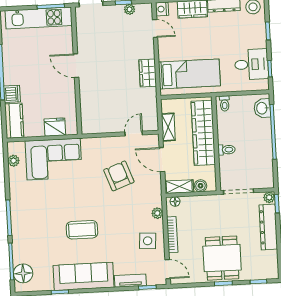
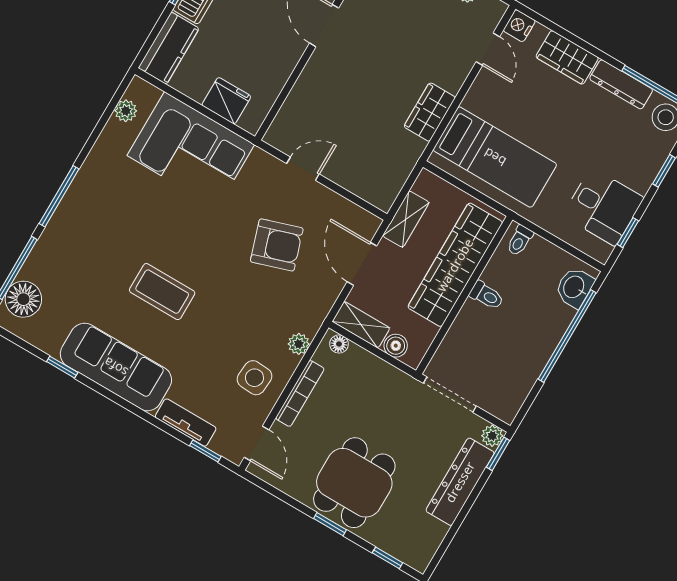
door: (134, 133) -> (303, 169), moved
toilet: (227, 150) -> (486, 295), moved
armchair: (119, 176) -> (277, 245), turned 92

